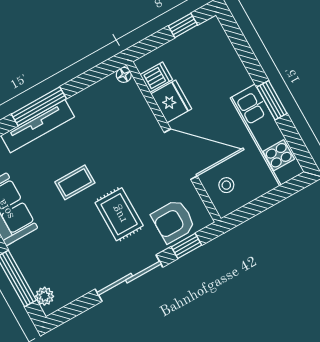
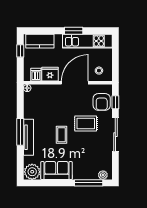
kitchen counter: (220, 51) -> (40, 41), added

